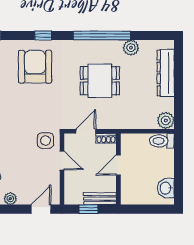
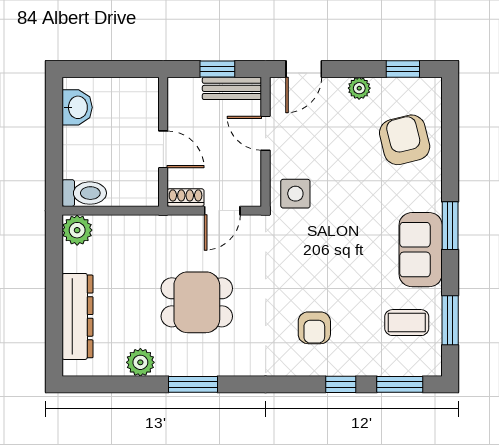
window: (43, 35) -> (341, 384), moved
window: (102, 35) -> (193, 384), width x0.47
armchair: (35, 67) -> (314, 328), width x0.53, depth x0.53
door: (62, 160) -> (266, 133), moved
door: (118, 165) -> (163, 149), hinge flipped
bench: (100, 199) -> (232, 88), moved

